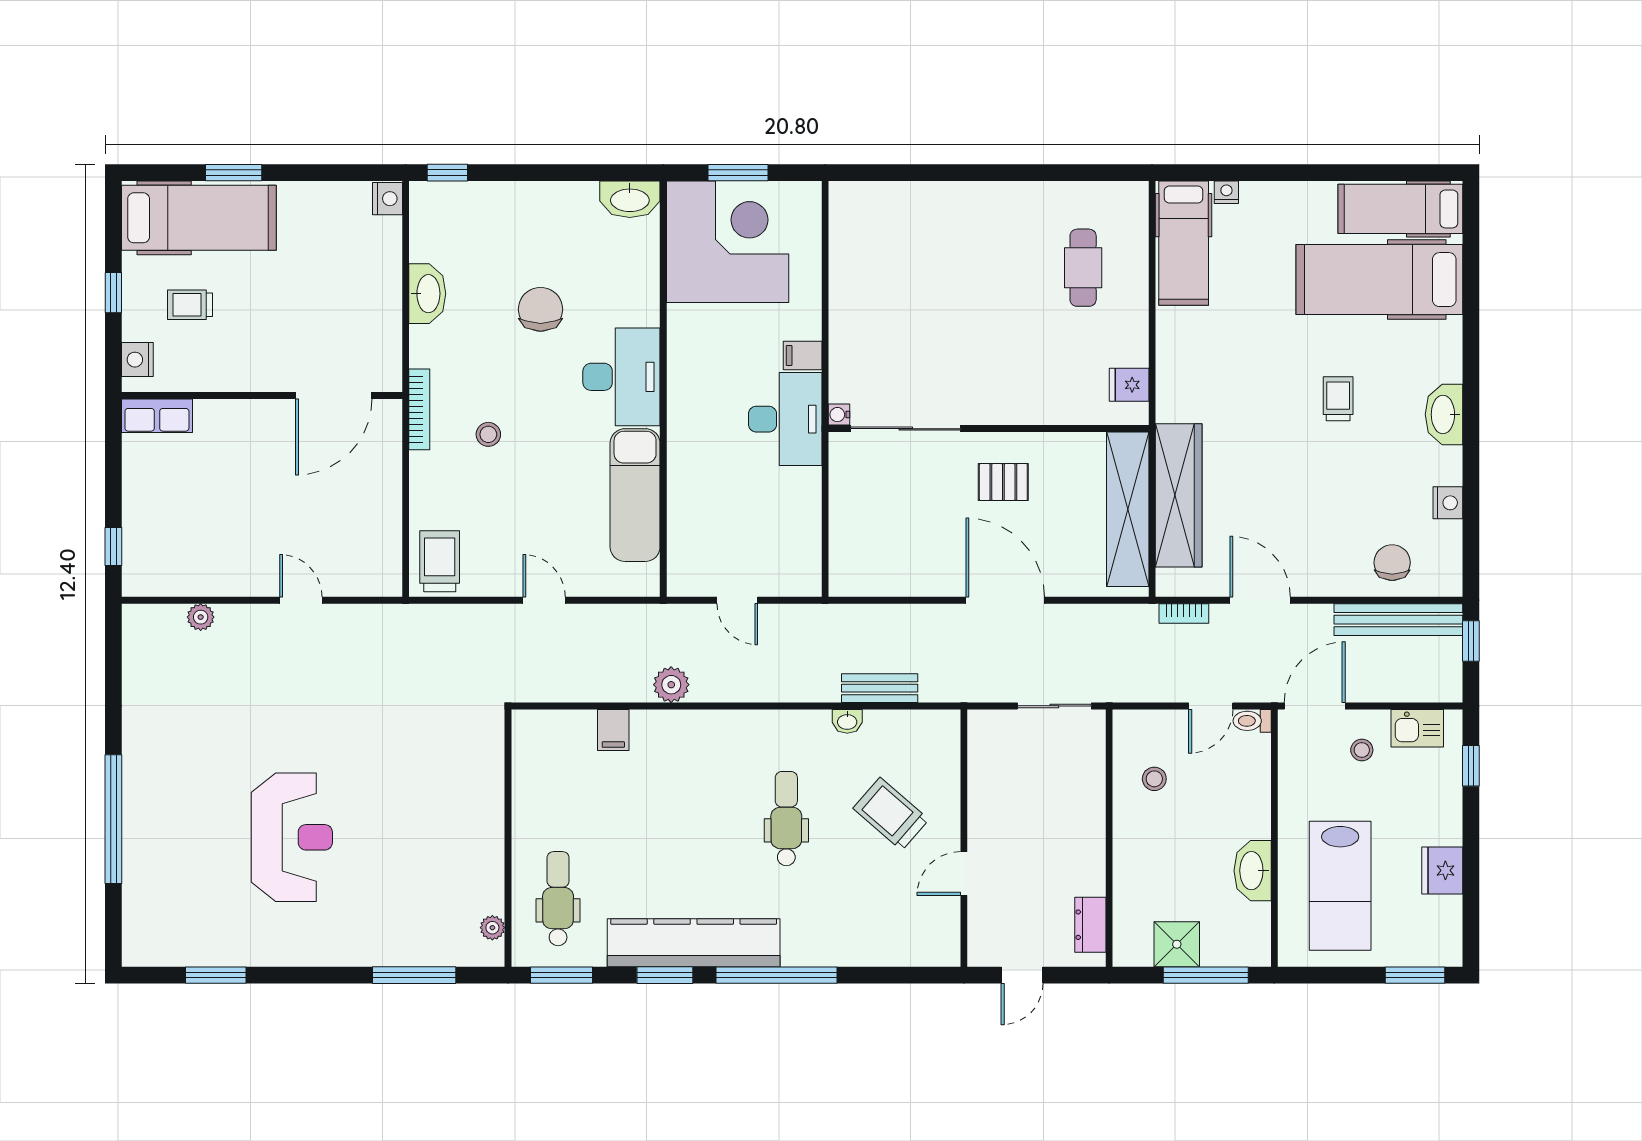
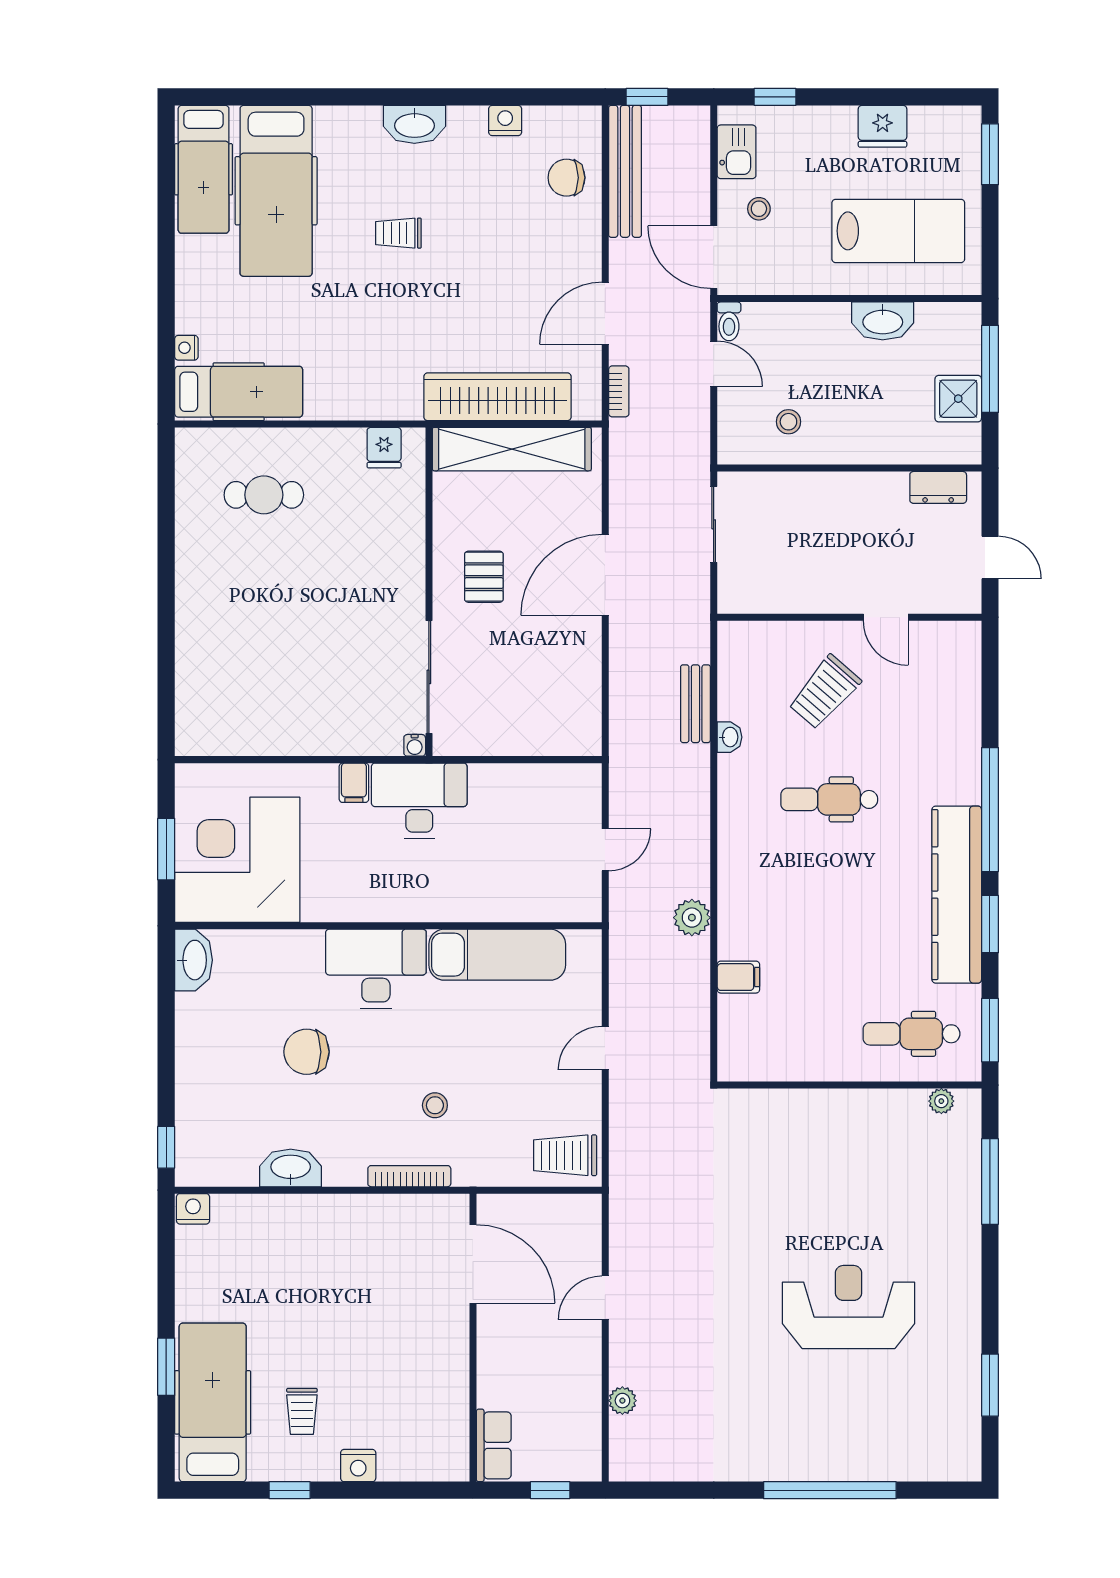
wall: (262, 395) -> (473, 1338), moved
door: (334, 395) -> (473, 1264), moved
row of seats: (157, 416) -> (494, 1445), moved

